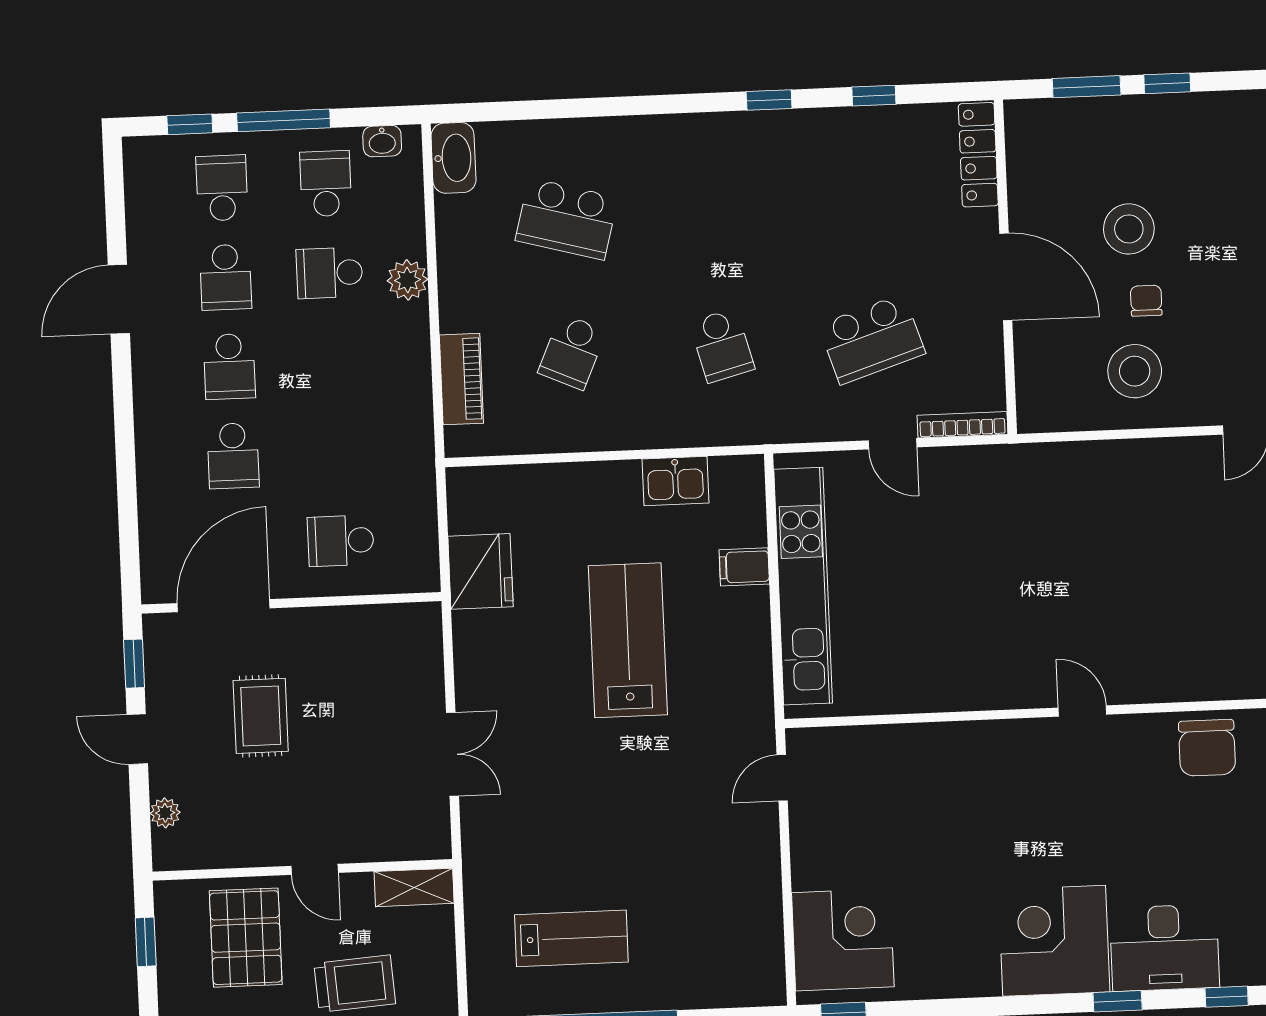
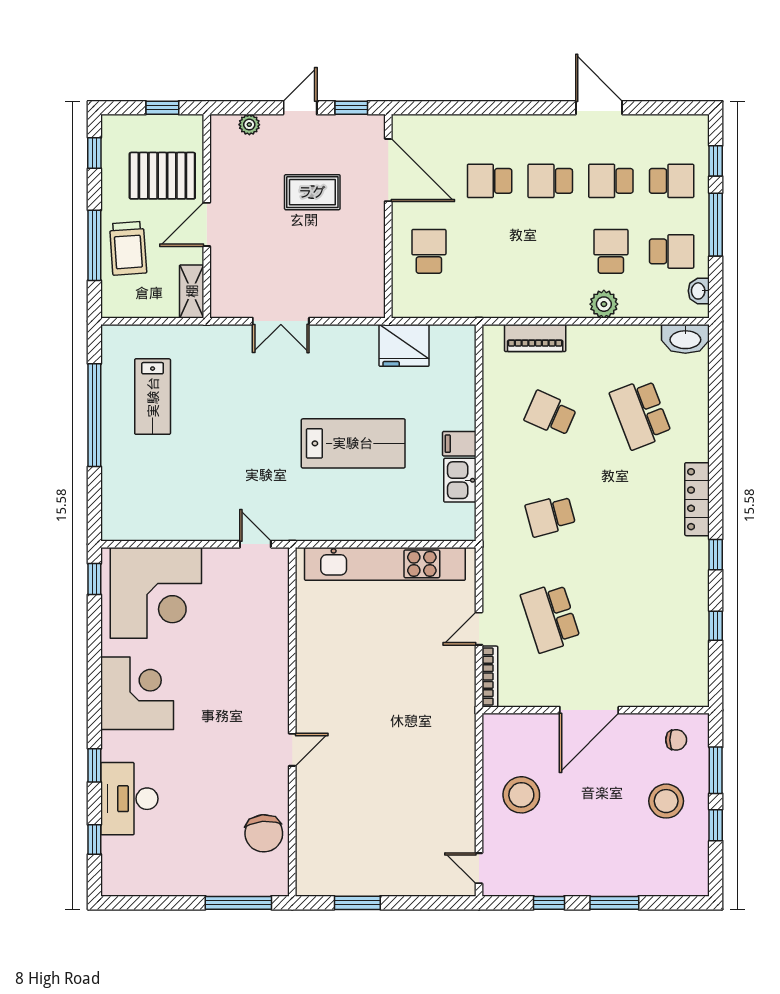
locker: (978, 155) -> (697, 499), moved, turned -90
school desk: (567, 219) -> (641, 414), turned -36
stool: (1129, 229) -> (666, 801), moved
chair: (1146, 301) -> (676, 740), moved
filing cabinet: (744, 567) -> (459, 444), moved, turned -90
chair: (1207, 748) -> (264, 833), turned -95
door: (315, 869) -> (207, 224), width x1.38
corner desk: (843, 940) -> (156, 593), width x1.36, depth x1.36
corner desk: (1054, 941) -> (137, 693), moved

